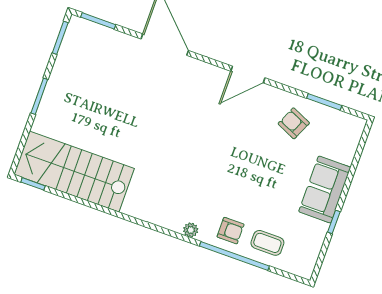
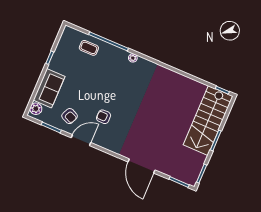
door: (248, 75) -> (81, 140), moved
plant: (353, 133) -> (36, 109), added
stairs: (74, 171) -> (208, 121), moved, turned 90
sofa: (325, 189) -> (49, 88), moved
armchair: (231, 231) -> (104, 117), moved

